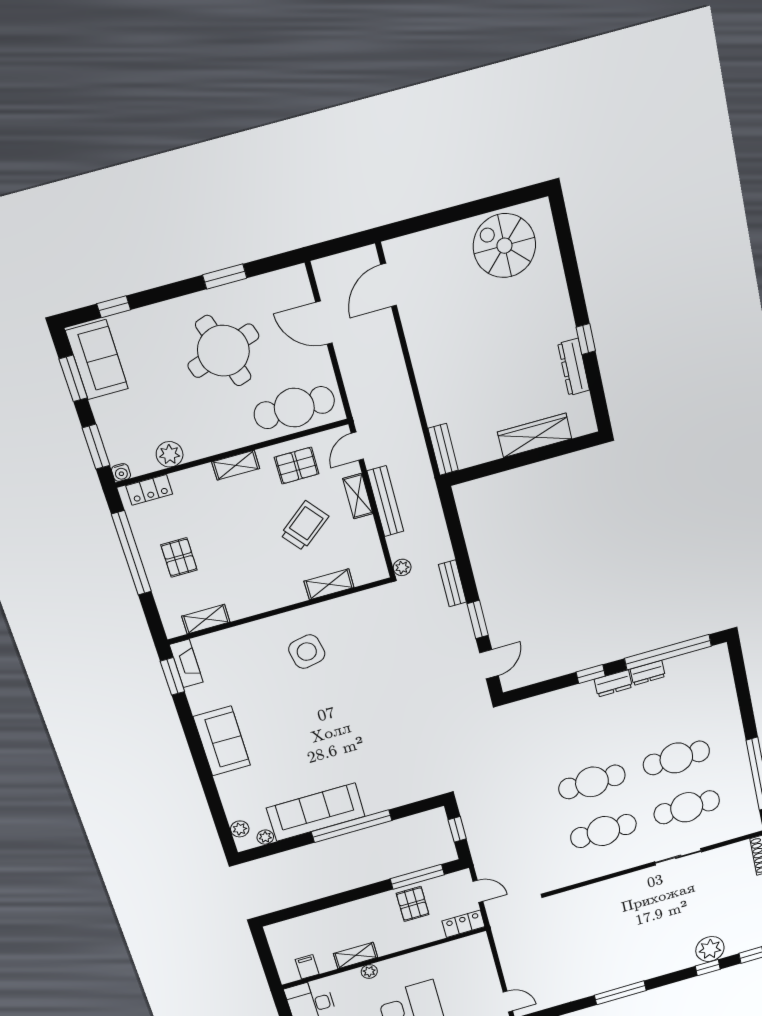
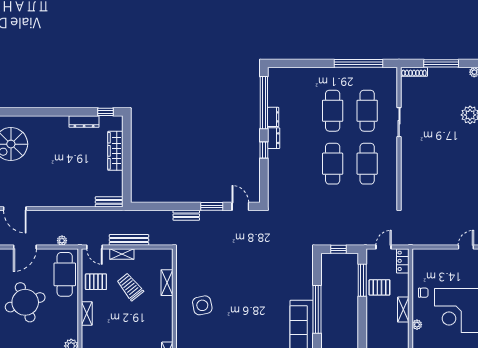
window: (586, 339) -> (106, 112), moved
pallet: (297, 466) -> (96, 282), turned 90
plant: (402, 567) -> (62, 241), moved
shelving: (356, 955) -> (403, 310), moved
chair: (422, 966) -> (423, 293), added

